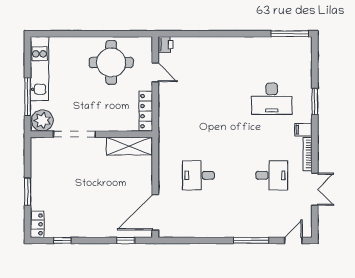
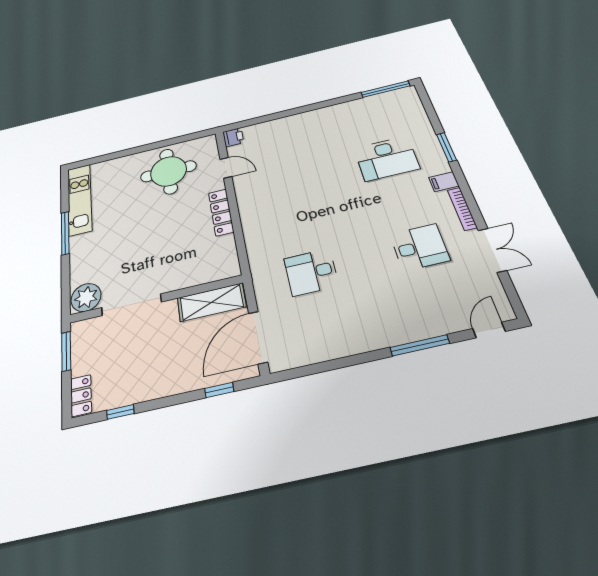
plant: (42, 121) -> (86, 297), moved
doorway: (74, 134) -> (131, 305), moved
wall: (91, 134) -> (156, 299), moved
shelving: (129, 146) -> (212, 302), moved

